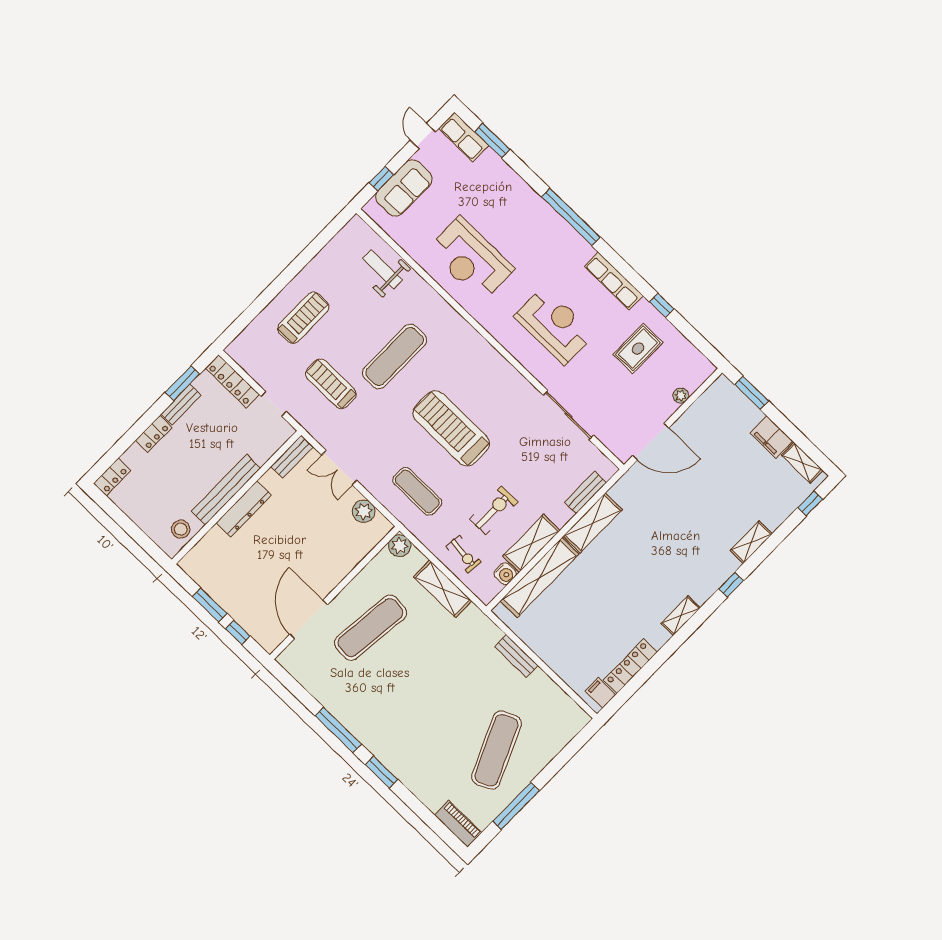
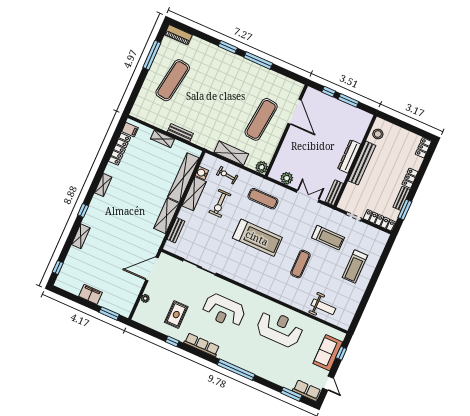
exercise mat: (395, 356) -> (300, 264), width x0.73, depth x0.69
shelving: (802, 463) -> (162, 139), moved
exercise mat: (496, 750) -> (173, 80), turned 33

